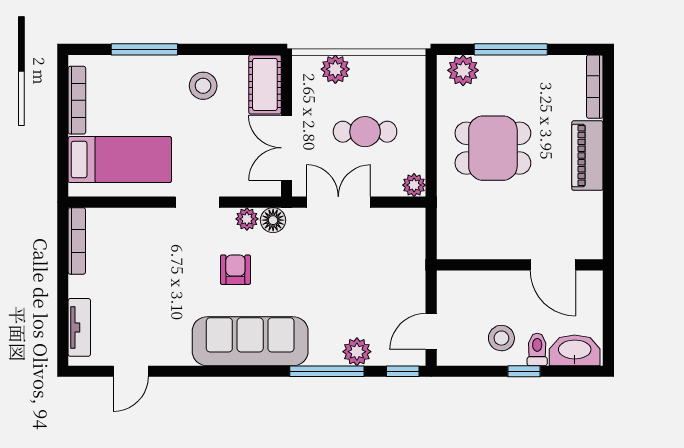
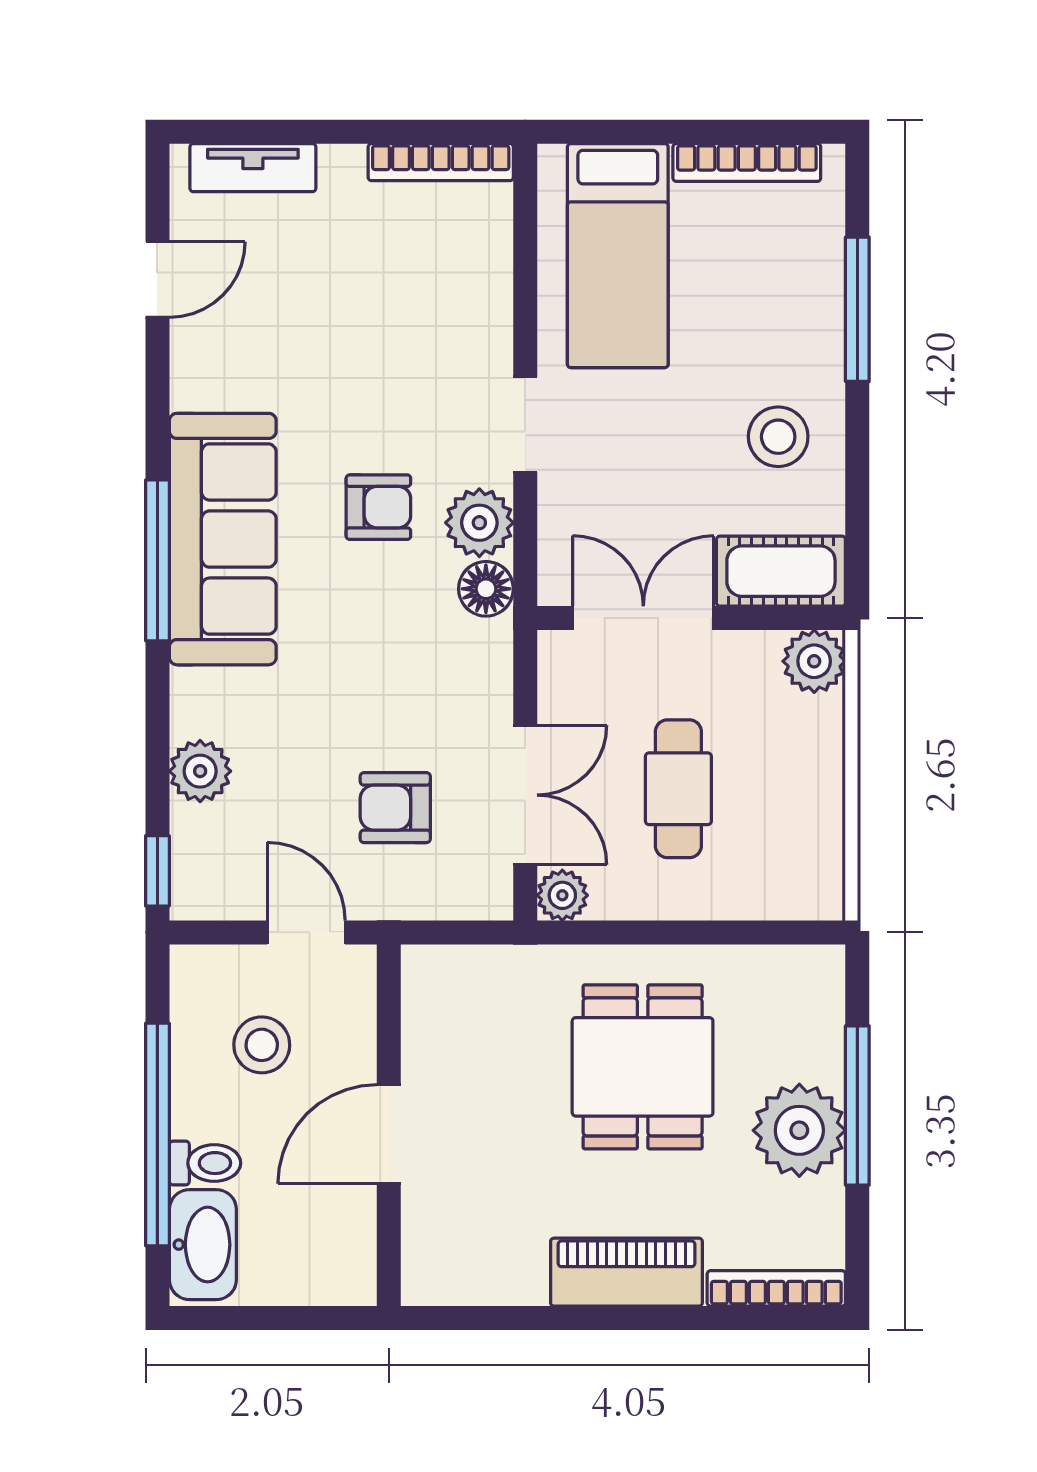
plant: (335, 69) -> (814, 661), moved
plant: (463, 70) -> (799, 1130), moved, width x1.36, depth x1.36
double door: (338, 202) -> (525, 795), moved
plant: (247, 219) -> (479, 523), width x1.38, depth x1.38
armchair: (374, 262) -> (395, 808), added
door: (553, 265) -> (389, 1134), moved
door: (431, 331) -> (306, 932), moved
stool: (501, 338) -> (262, 1045), moved
door: (131, 371) -> (157, 280), swing flipped
window: (327, 371) -> (157, 560), moved
window: (524, 371) -> (157, 1134), width x3.17

